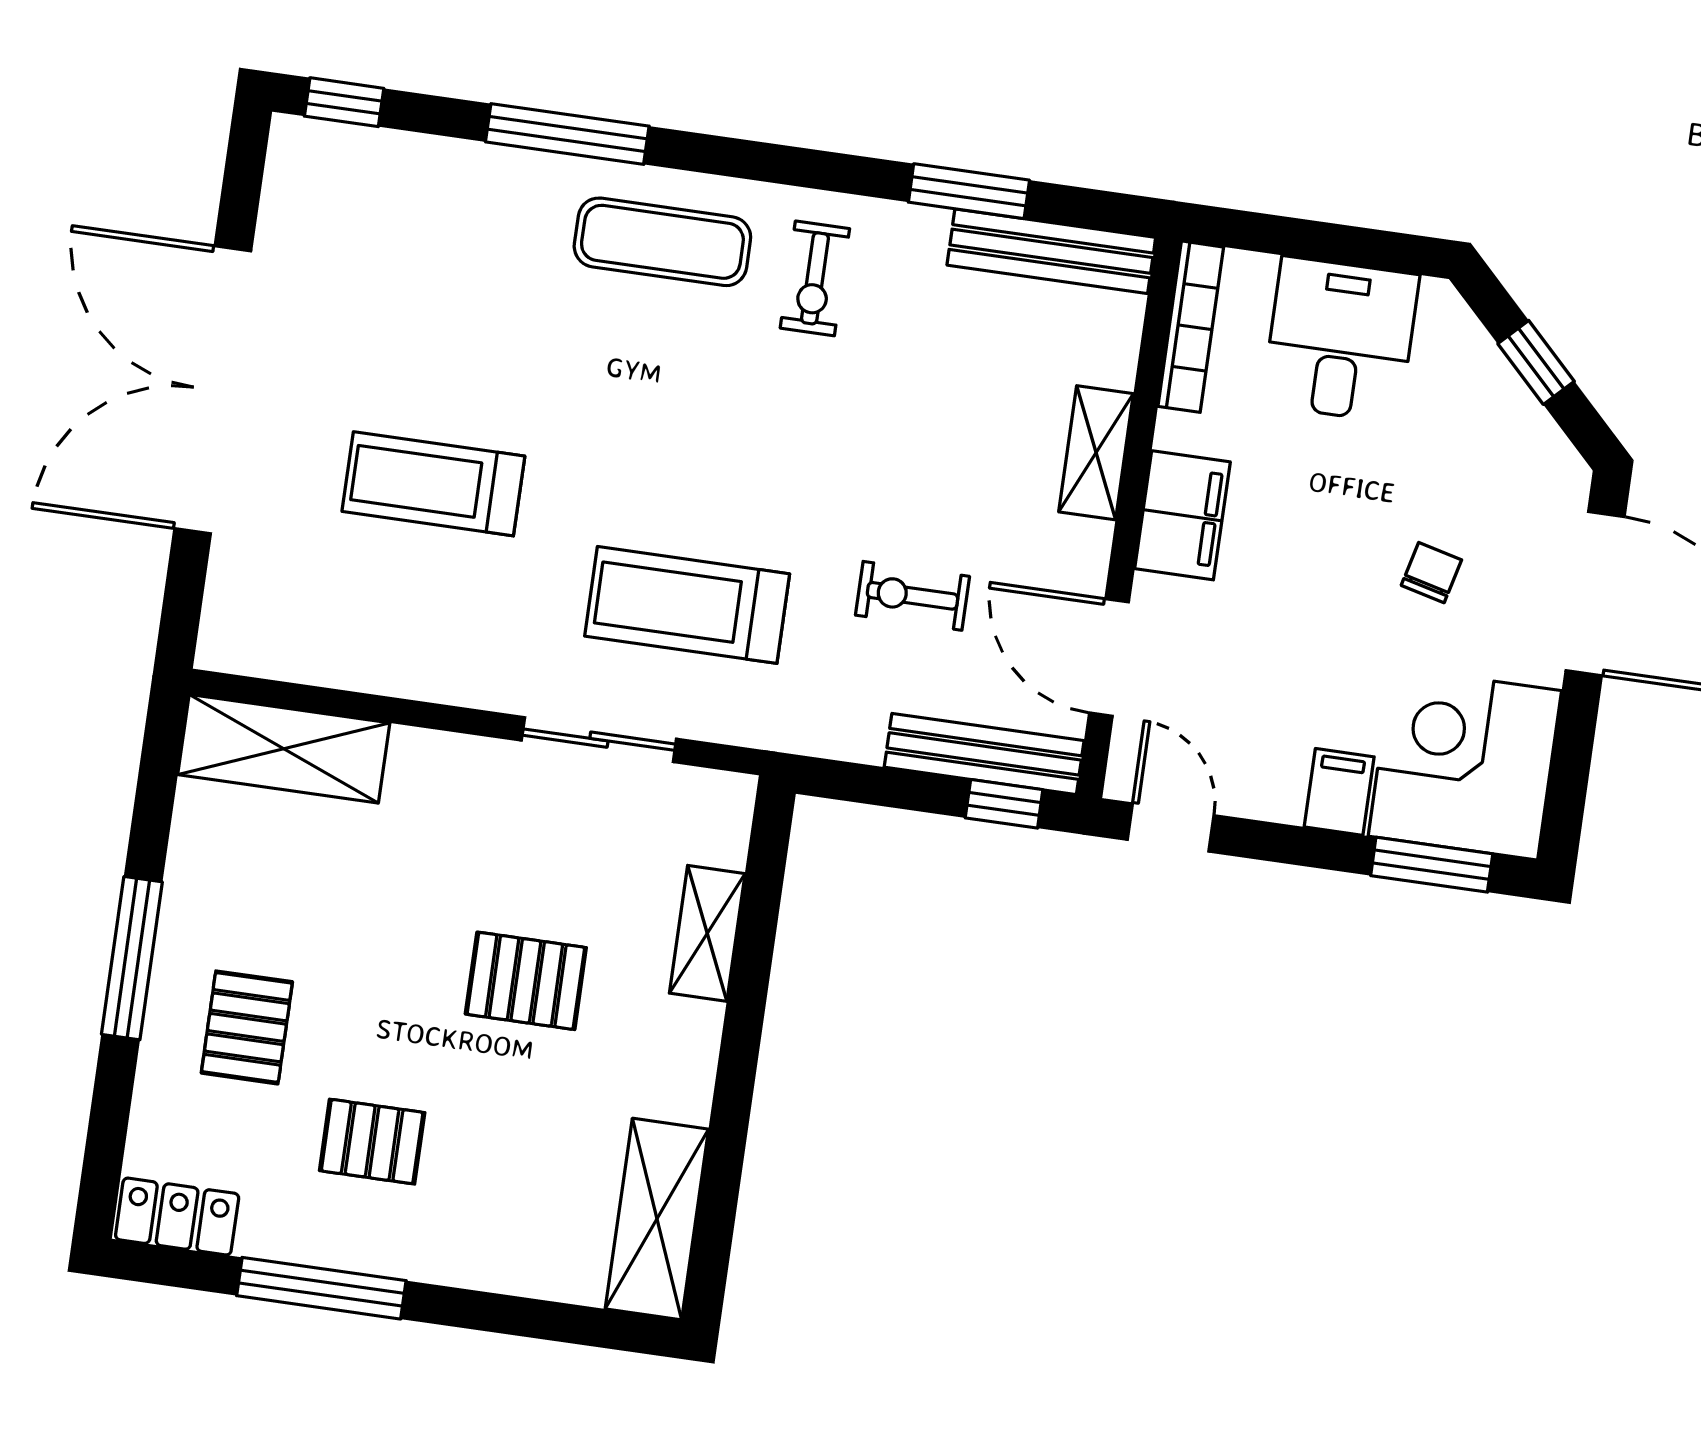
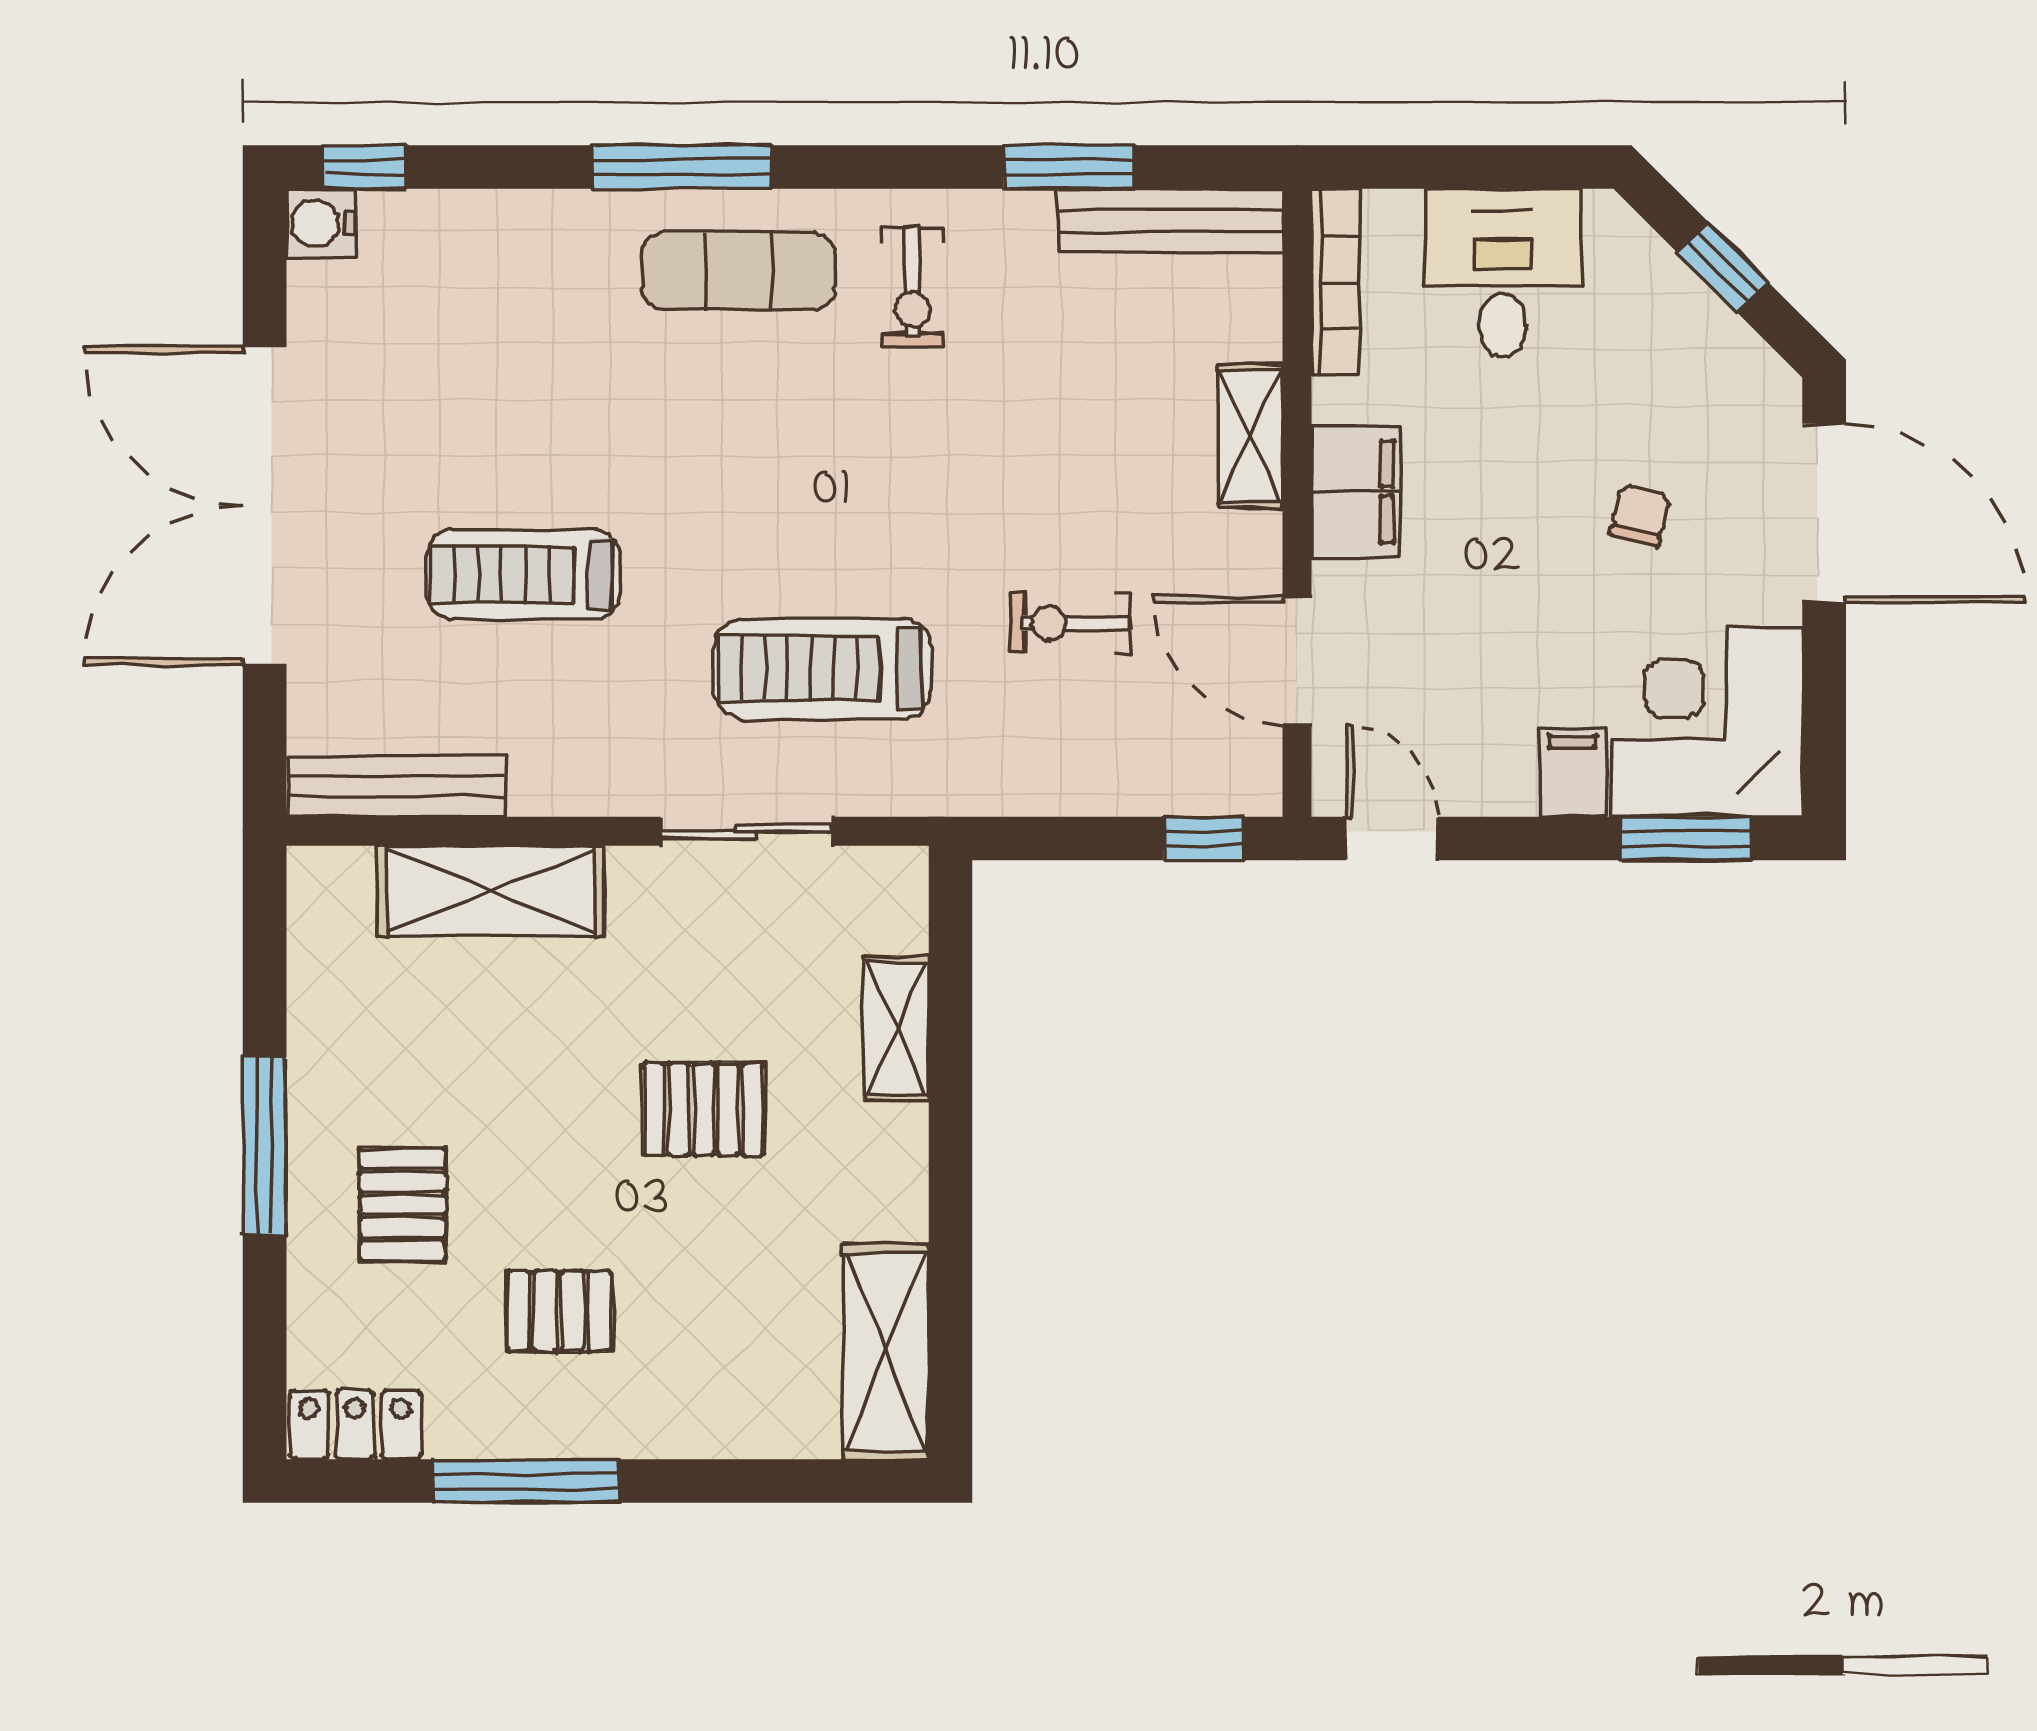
window: (567, 134) -> (683, 167), moved
water cooler: (298, 147) -> (321, 223), added
shelving: (284, 749) -> (490, 891), moved
bench: (984, 754) -> (397, 786), moved

